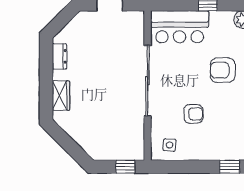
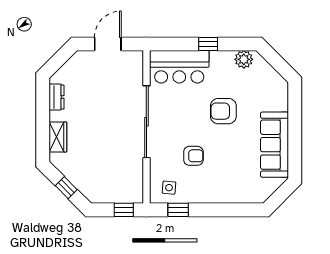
window: (69, 145) -> (66, 188), added
window: (230, 167) -> (178, 210), moved

